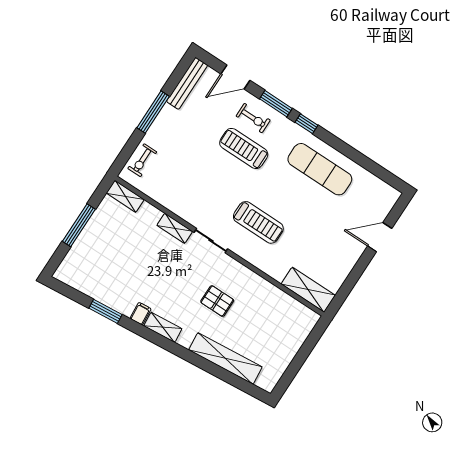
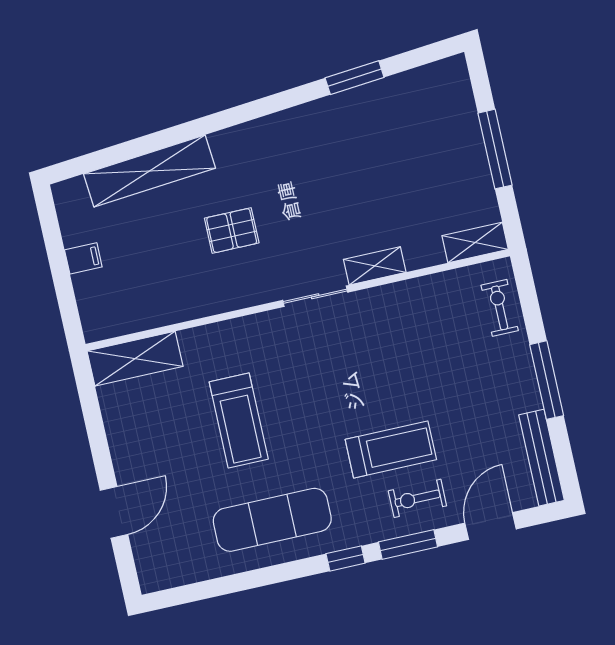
treadmill: (258, 222) -> (239, 420), moved, turned -90
filing cabinet: (141, 314) -> (83, 258), moved, turned -85
shelving: (163, 327) -> (265, 130), removed

